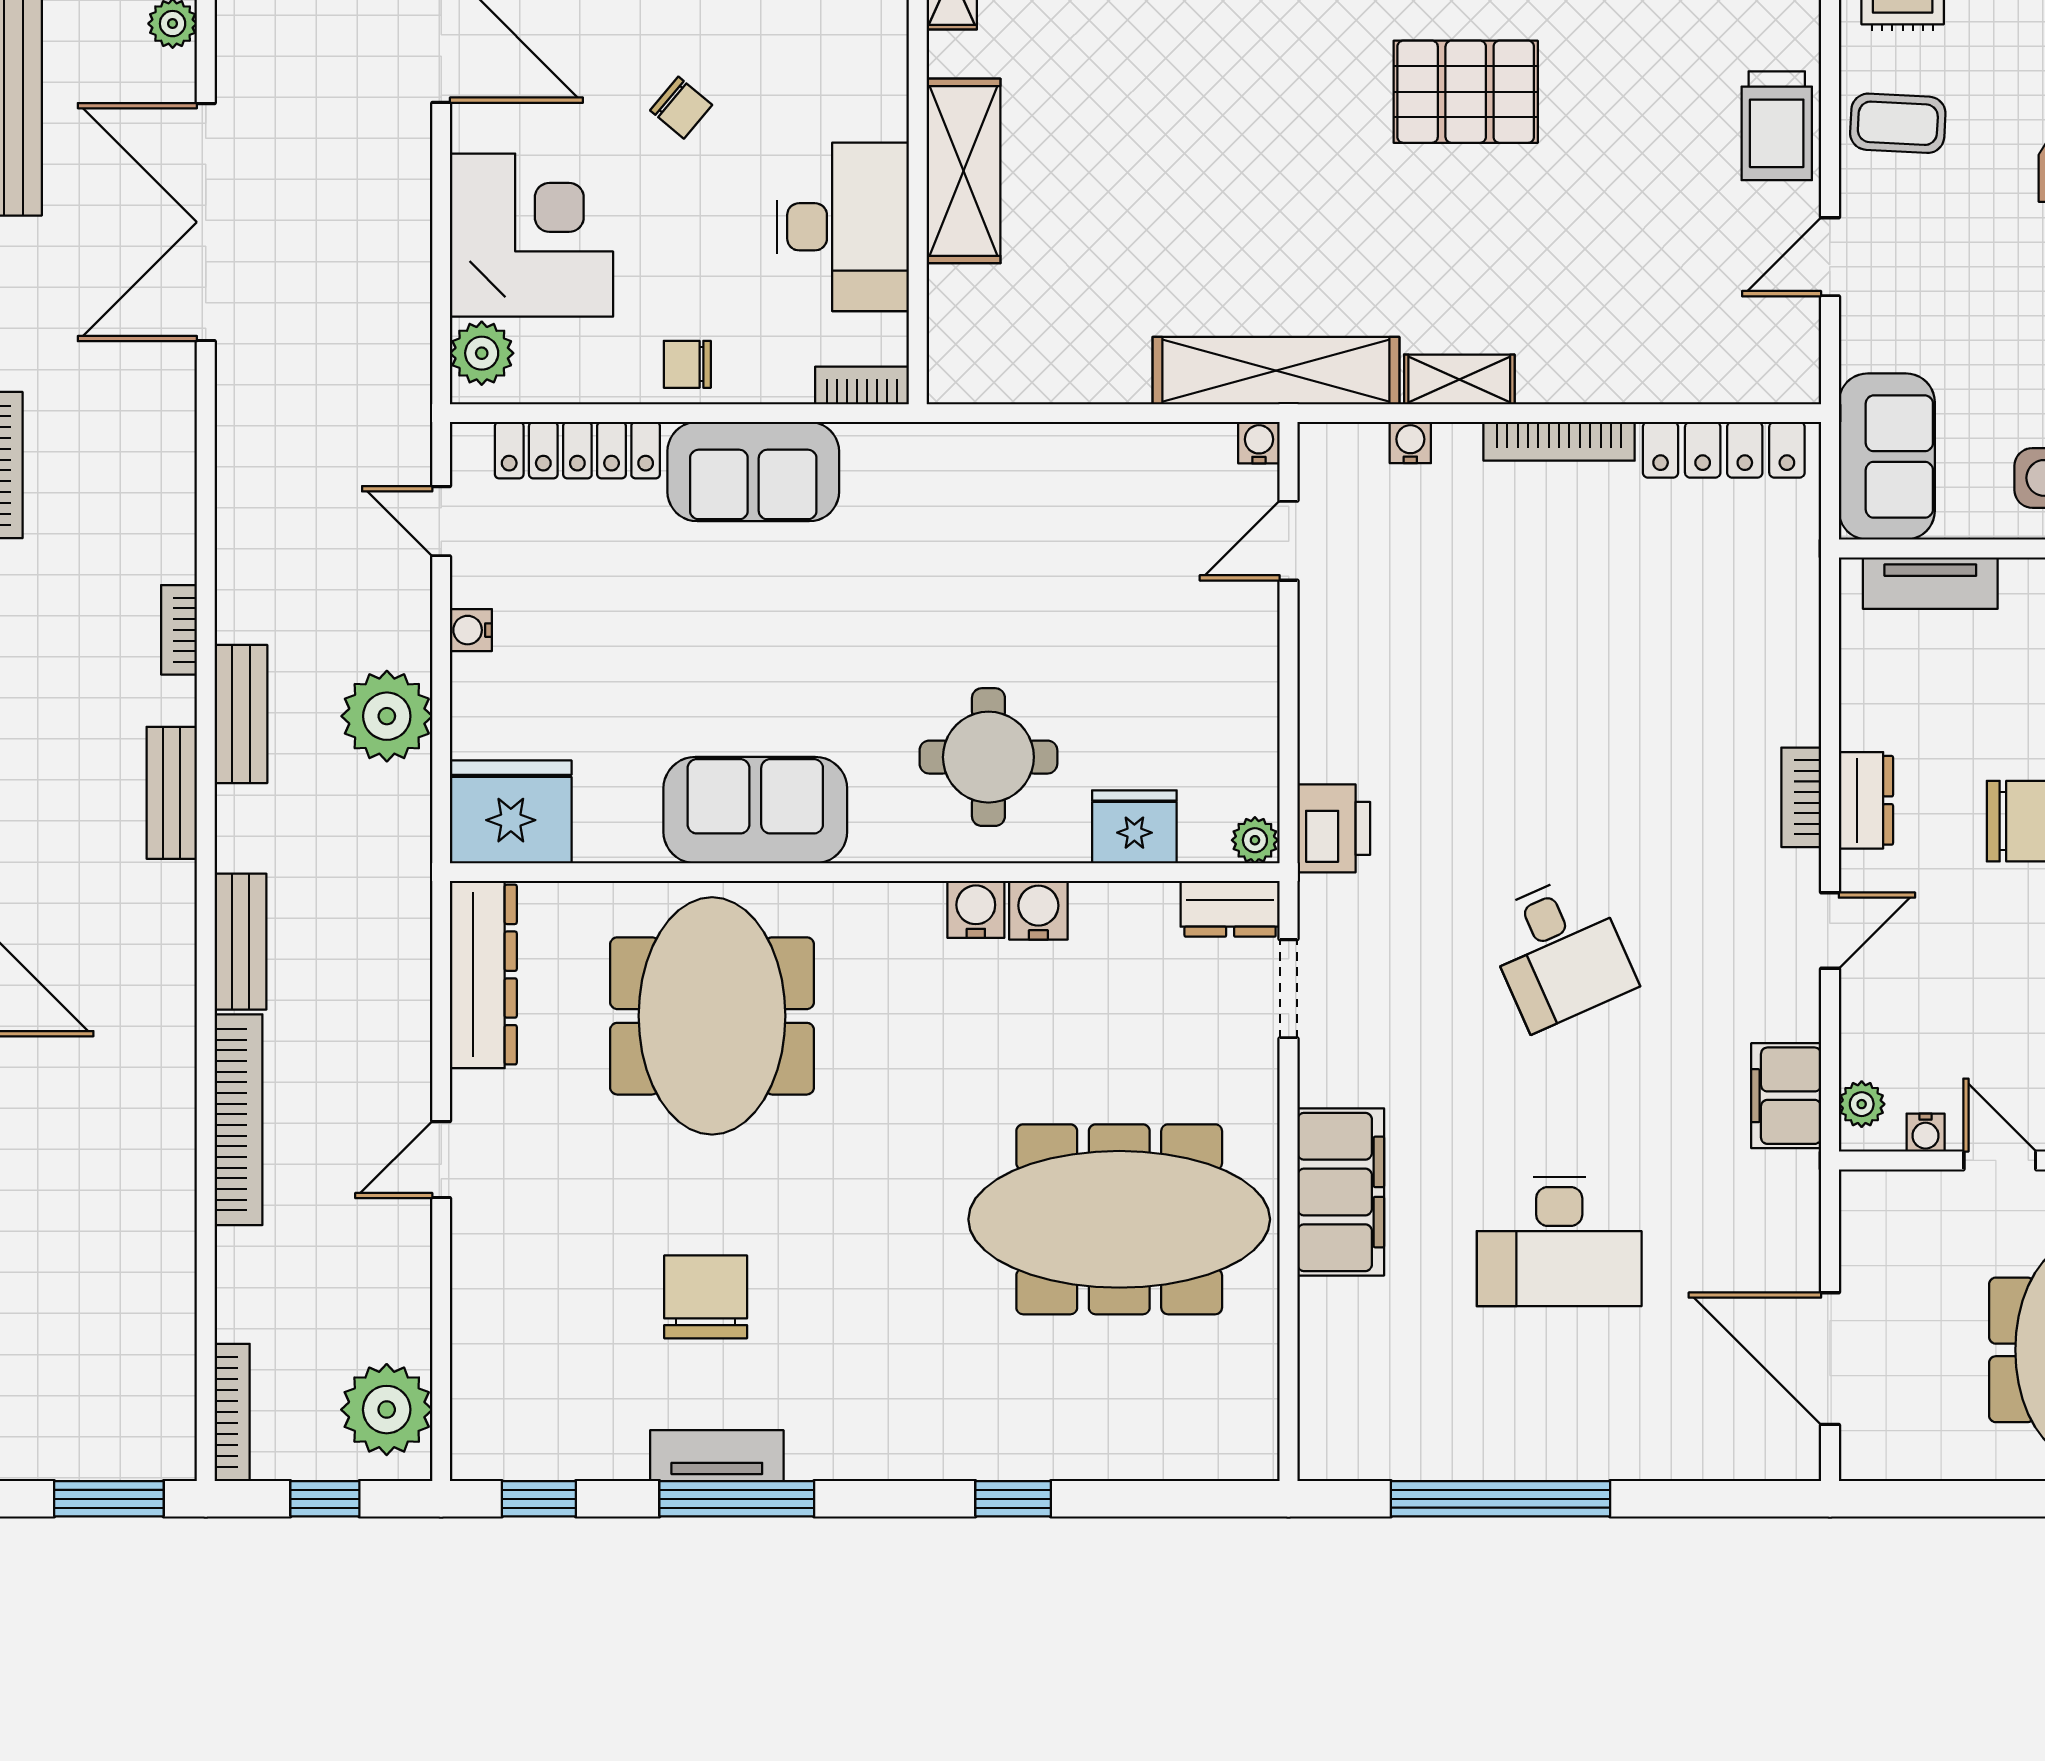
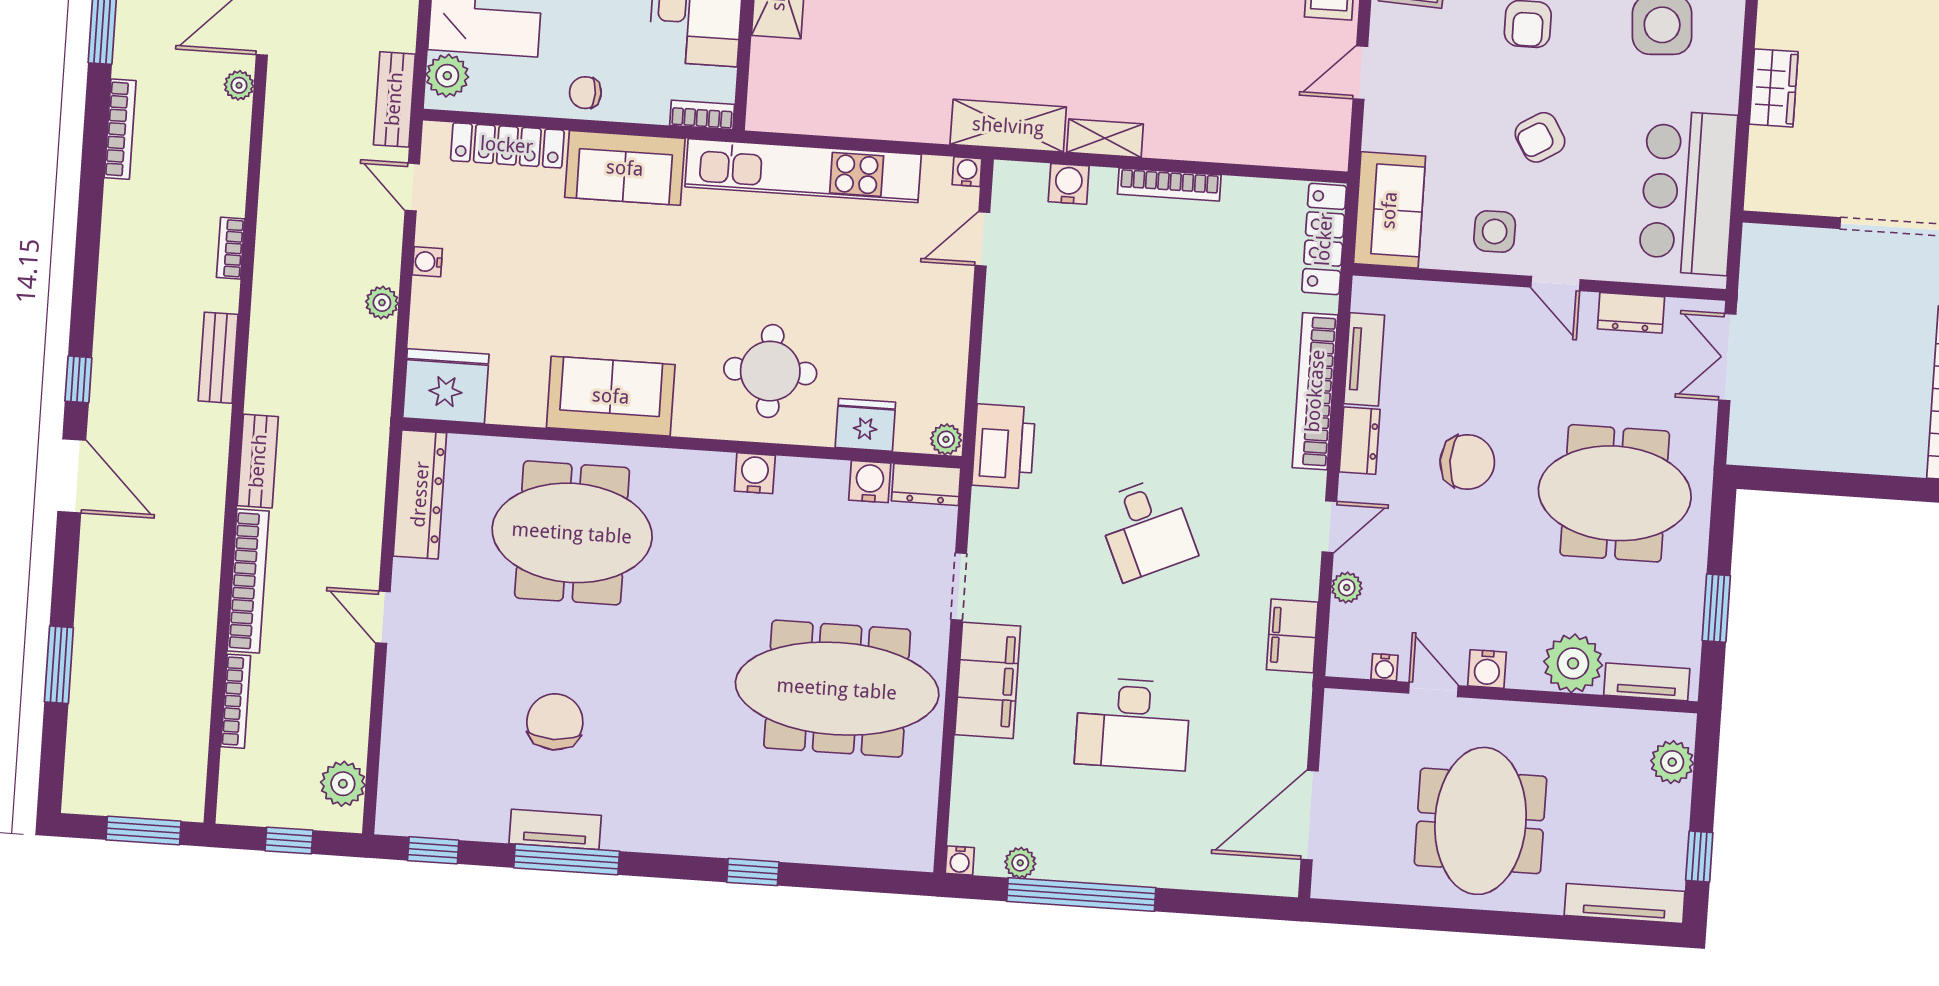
shelving: (1276, 371) -> (1008, 126), width x0.68
plant: (175, 388) -> (239, 85), added
water cooler: (1410, 443) -> (1069, 184), width x1.38, depth x1.38
locker: (1724, 450) -> (1324, 239), moved, turned 90
kitchen unit: (1017, 458) -> (803, 171), added
tv unit: (1930, 583) -> (1364, 359), moved, turned -90
bench: (241, 714) -> (394, 99), moved
plant: (387, 716) -> (382, 303), width x0.53, depth x0.53
bookcase: (1801, 797) -> (1315, 391), width x2.31, depth x1.31
printer: (1334, 828) -> (1004, 446), width x1.37, depth x1.19
water cooler: (1038, 910) -> (870, 482), moved
doorway: (1289, 989) -> (959, 586), moved
meeting table: (712, 1016) -> (572, 533), turned 90
plant: (1862, 1104) -> (1347, 587), moved
door: (441, 1160) -> (383, 617), hinge flipped
door: (1830, 1359) -> (1310, 815), hinge flipped
plant: (387, 1410) -> (343, 784), width x0.73, depth x0.73
bookcase: (232, 1412) -> (236, 701), moved
plant: (1407, 1458) -> (1020, 863), added
water cooler: (1318, 1461) -> (960, 861), added

